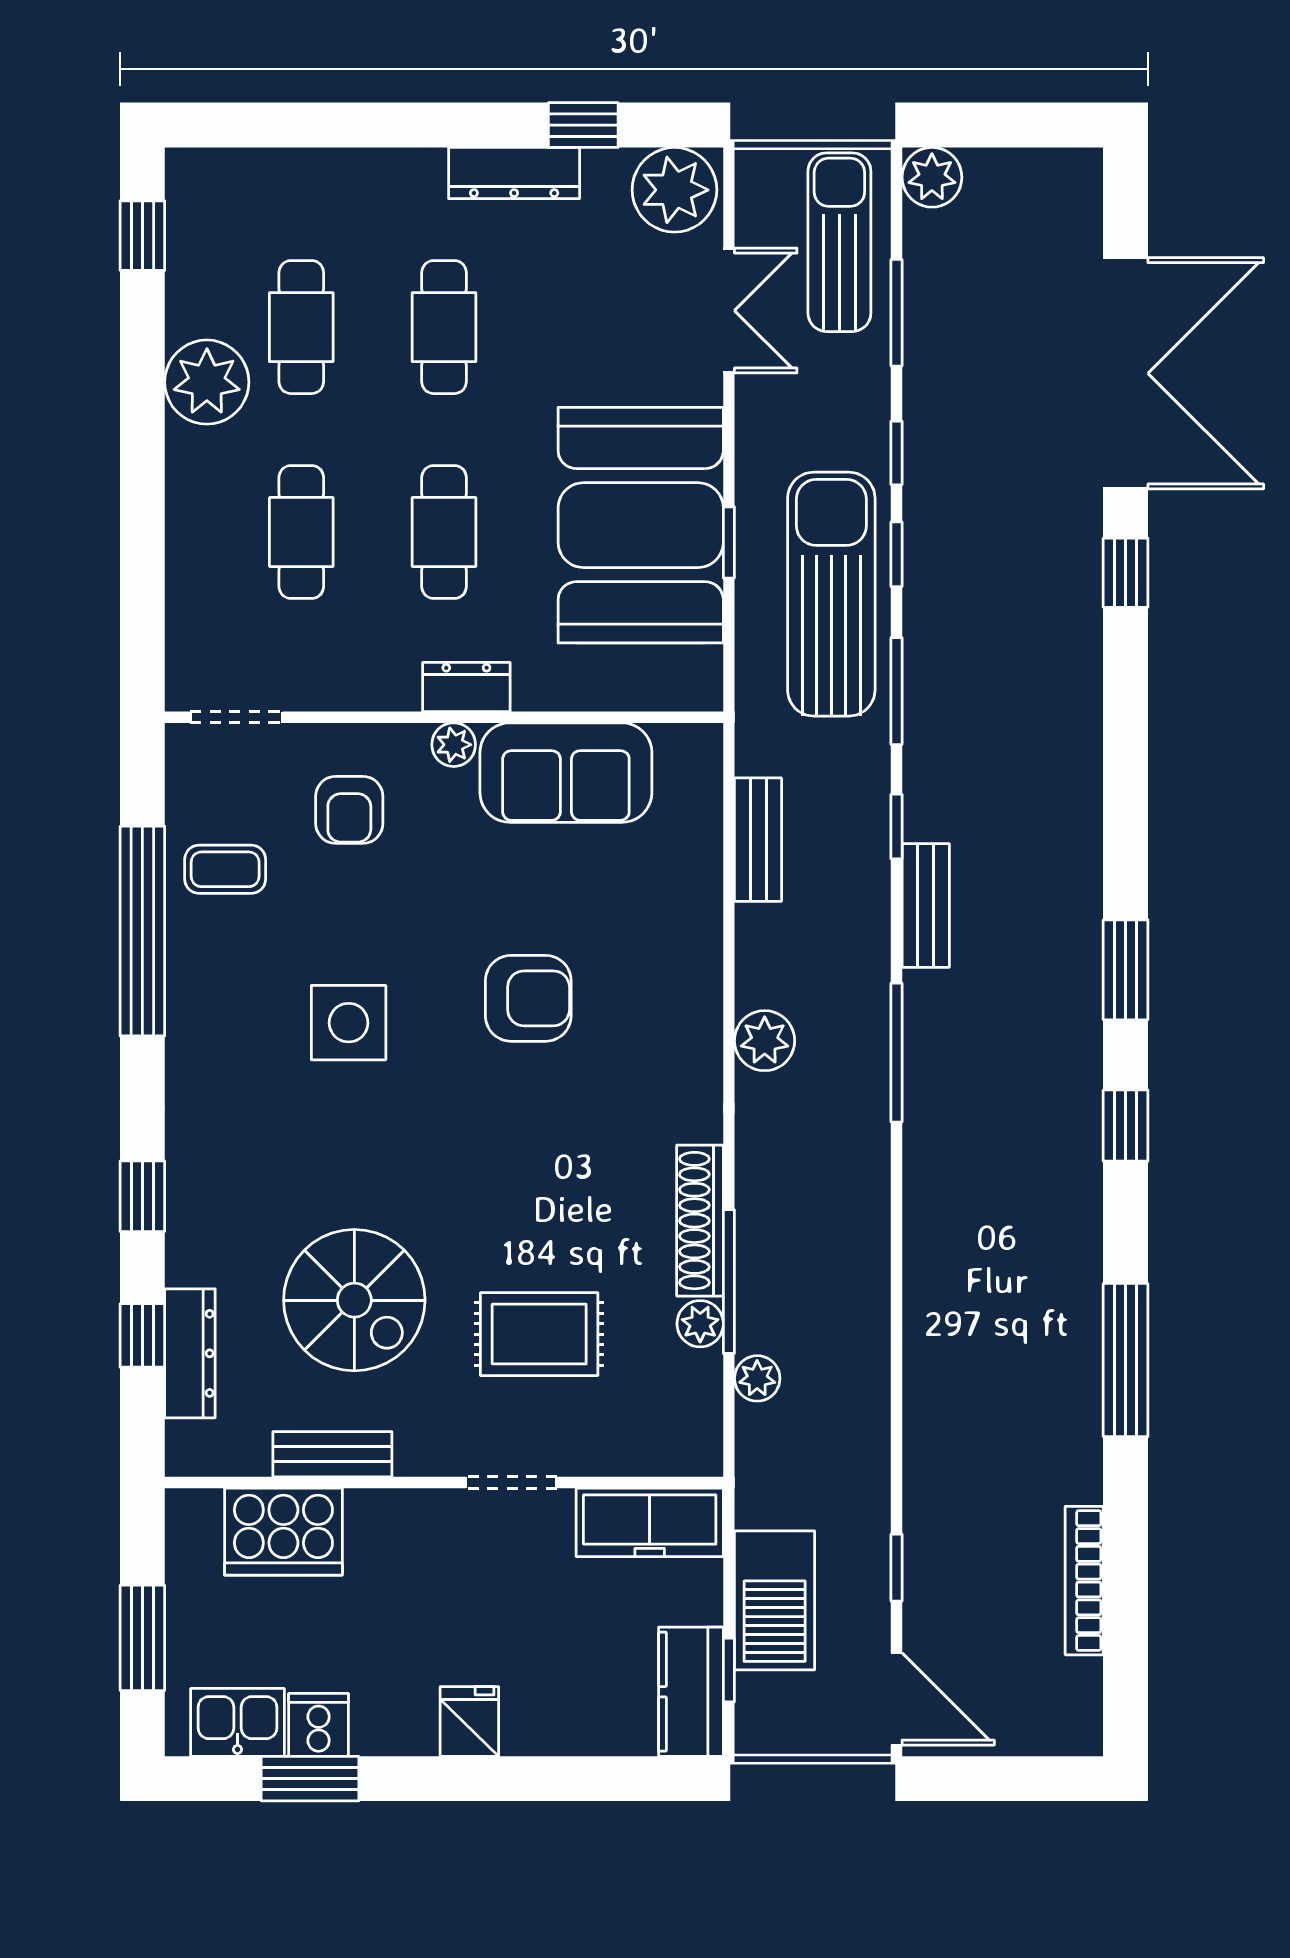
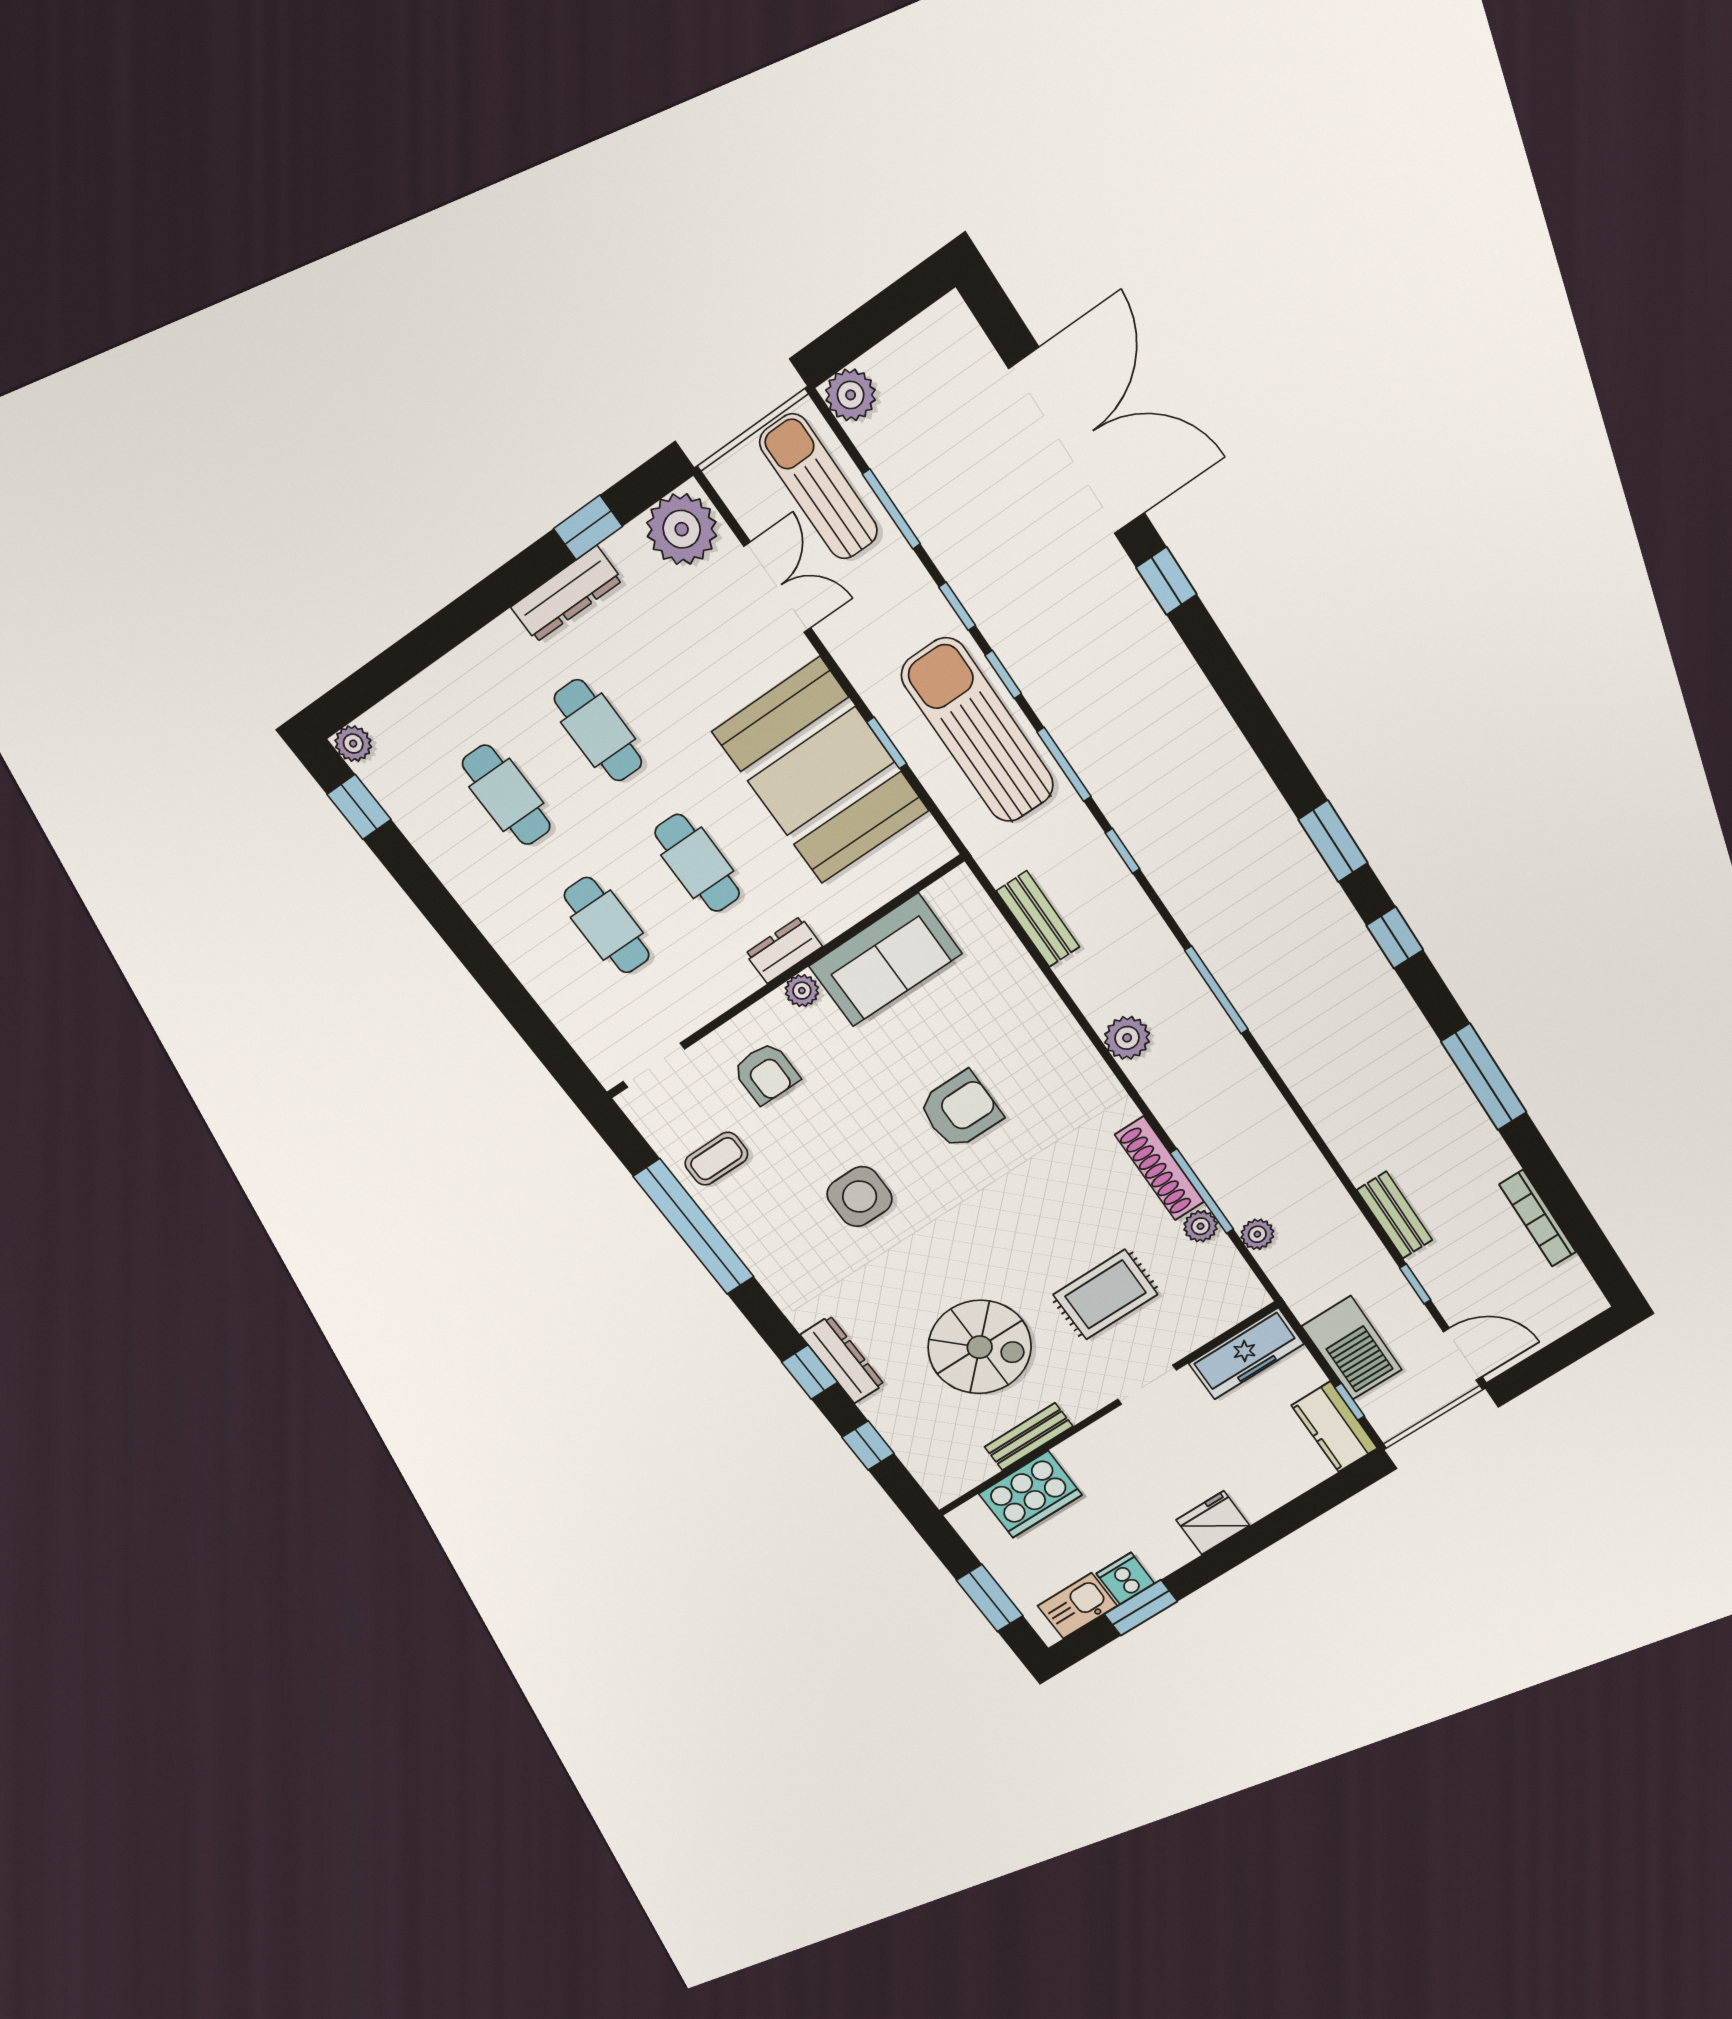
plant: (207, 382) -> (353, 744), moved, width x0.53, depth x0.53
bench: (926, 905) -> (1395, 1215), moved
dresser: (190, 1353) -> (842, 1360), moved
fridge: (469, 1721) -> (1213, 1523), width x1.38

